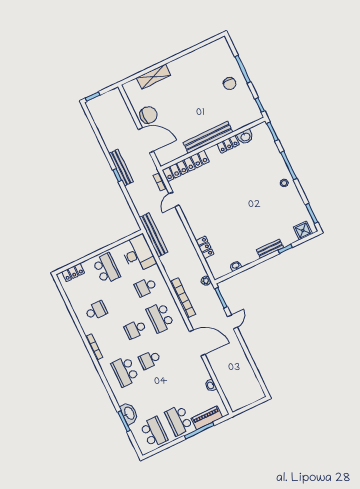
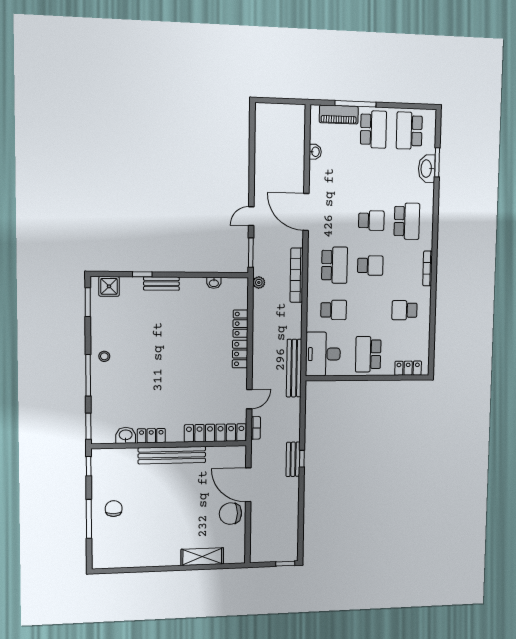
bench: (121, 168) -> (293, 459), width x0.73
locker: (195, 227) -> (240, 354), added

